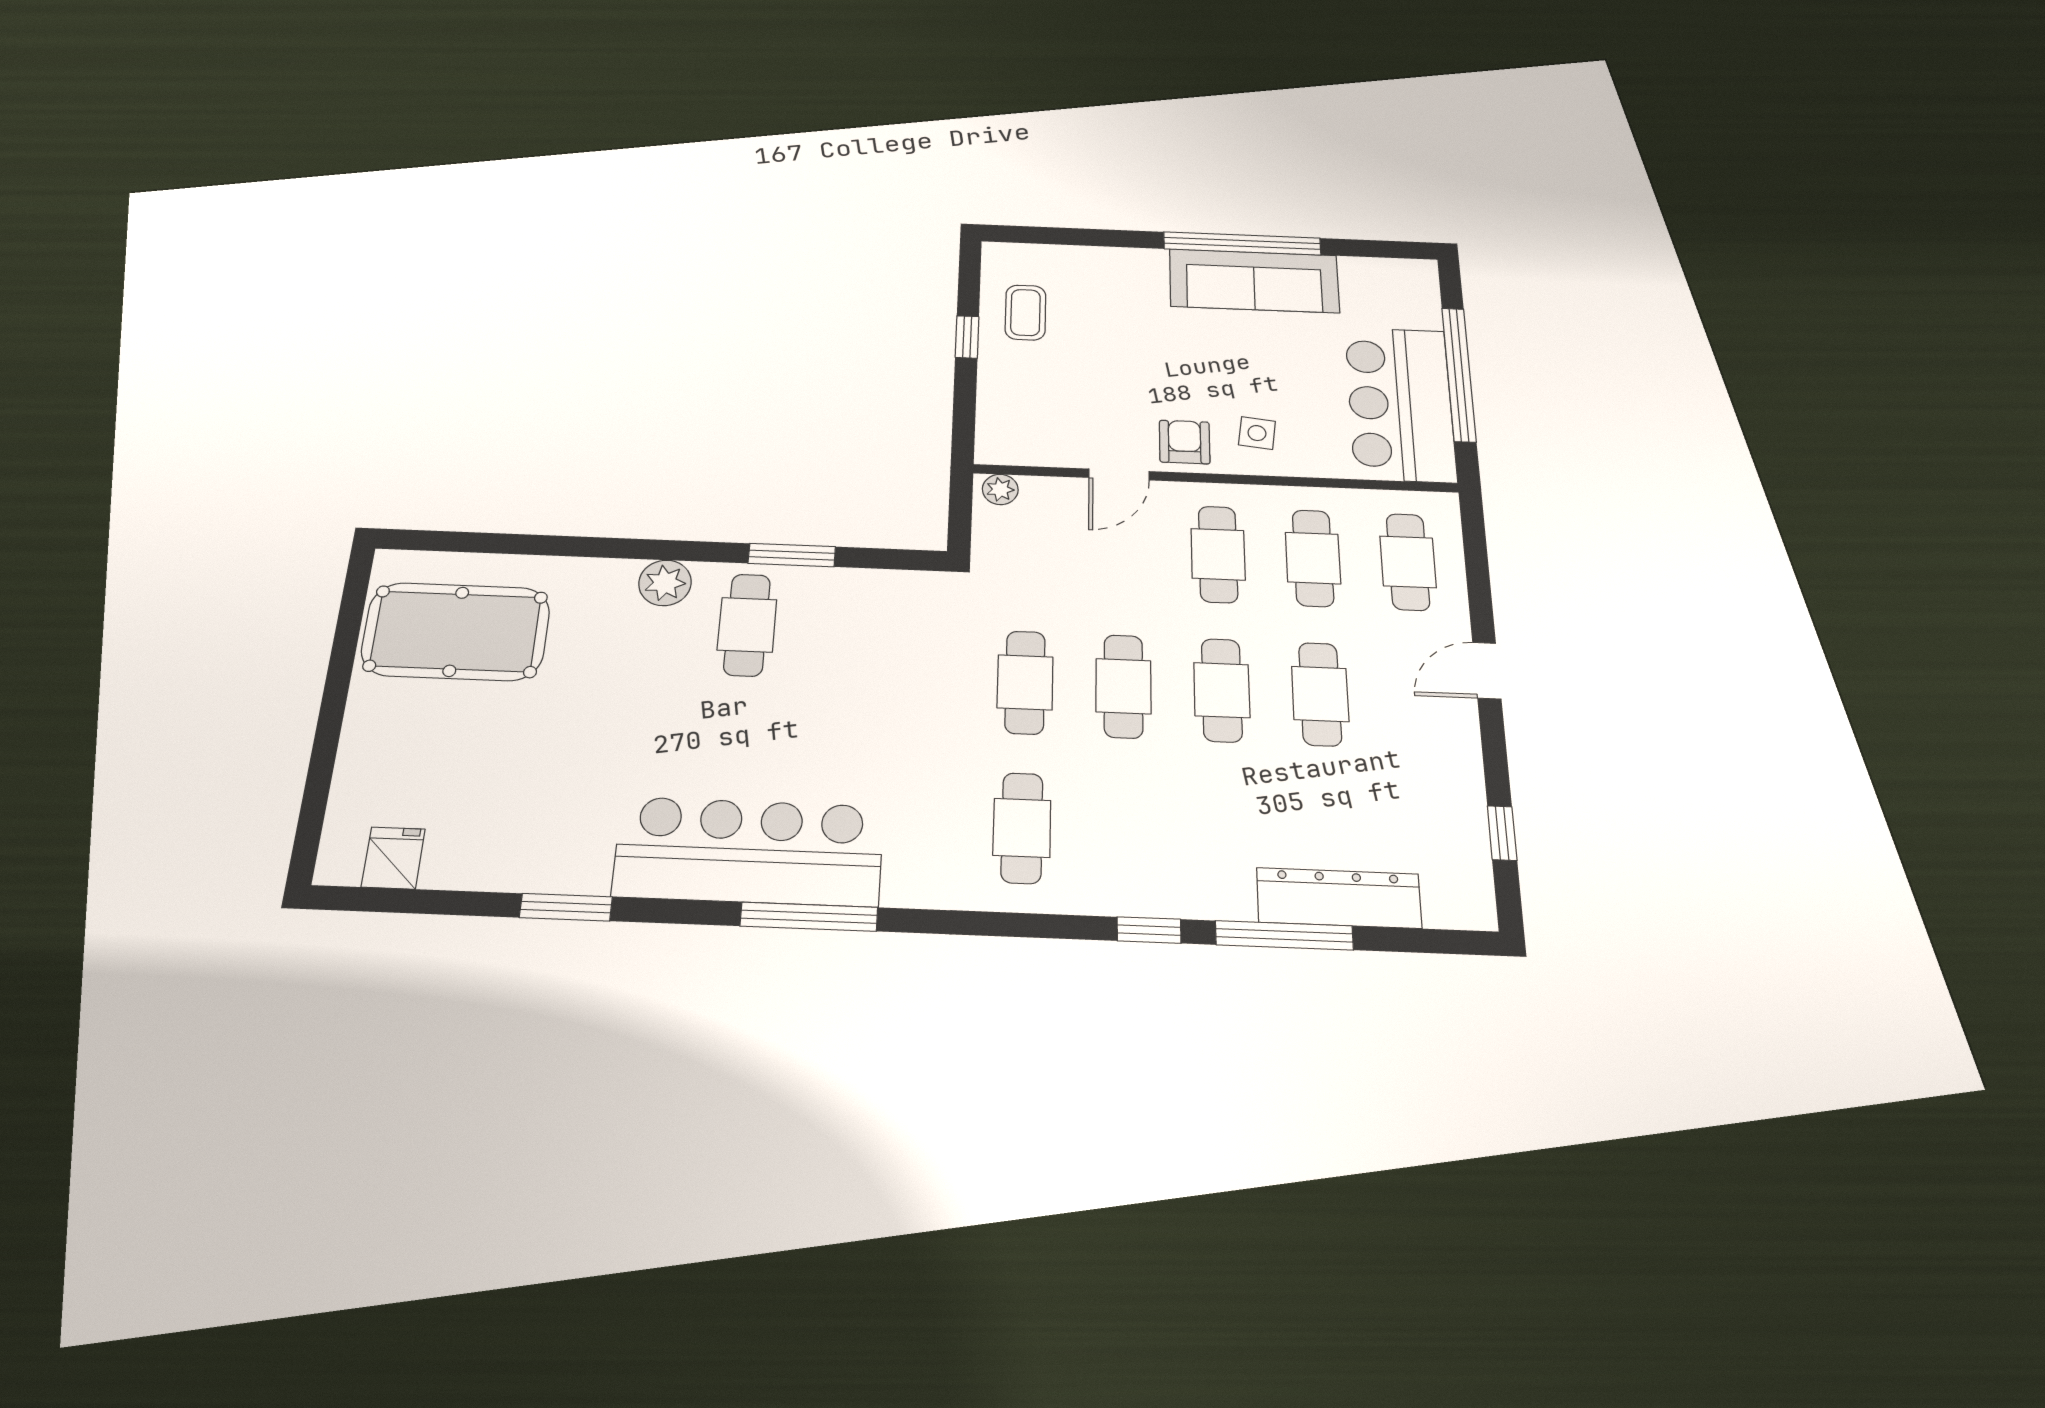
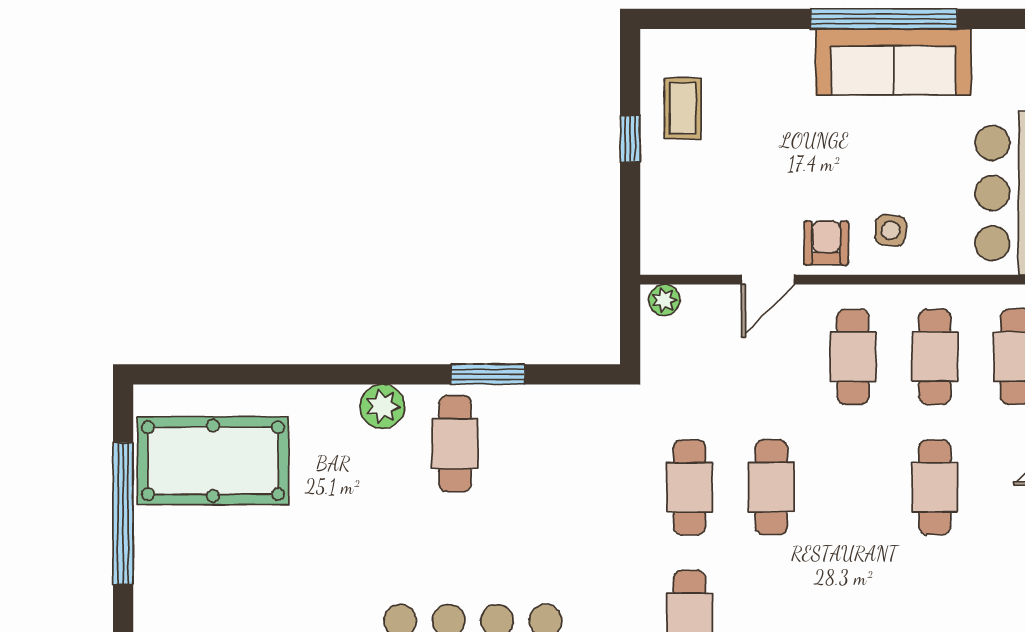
window: (337, 684) -> (123, 514), added
cafe table: (1222, 690) -> (853, 487), removed

